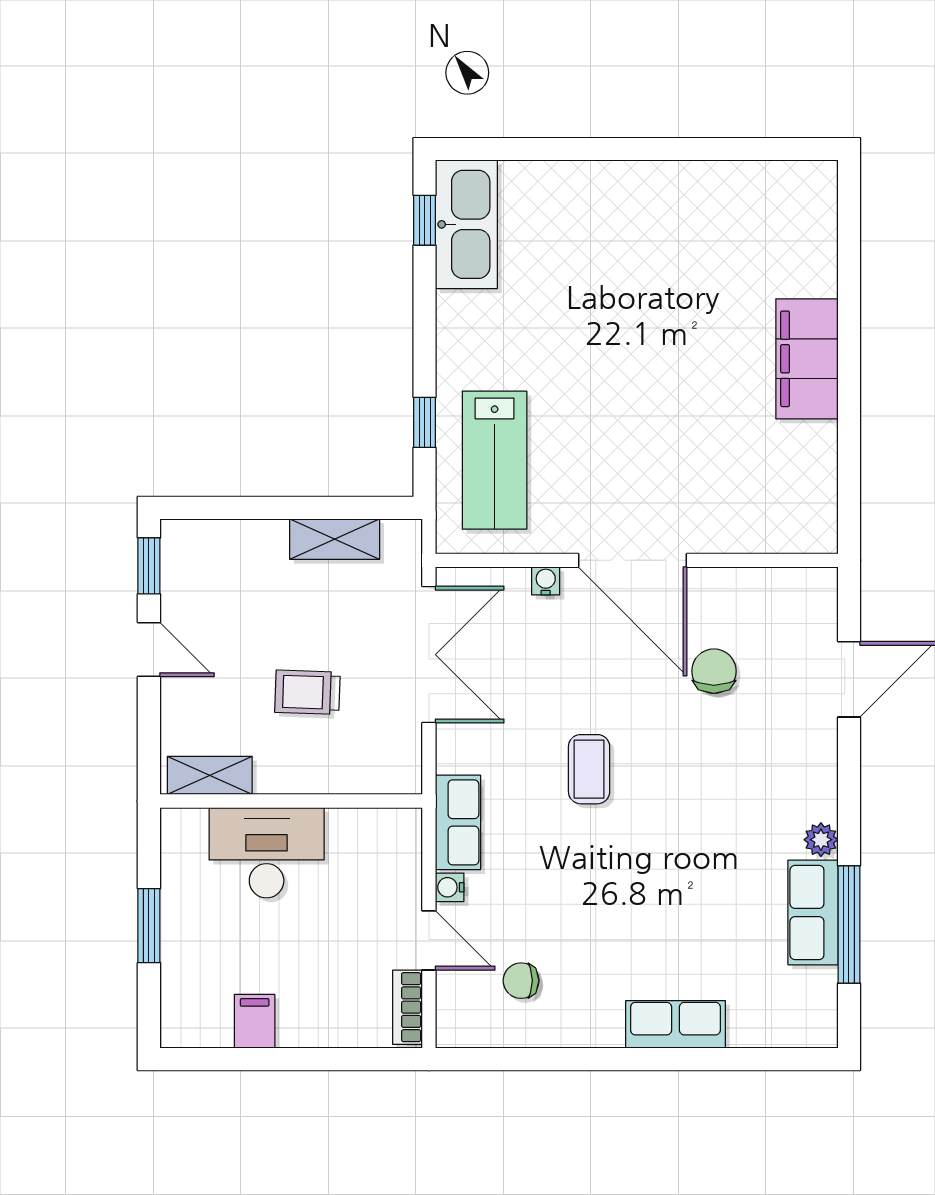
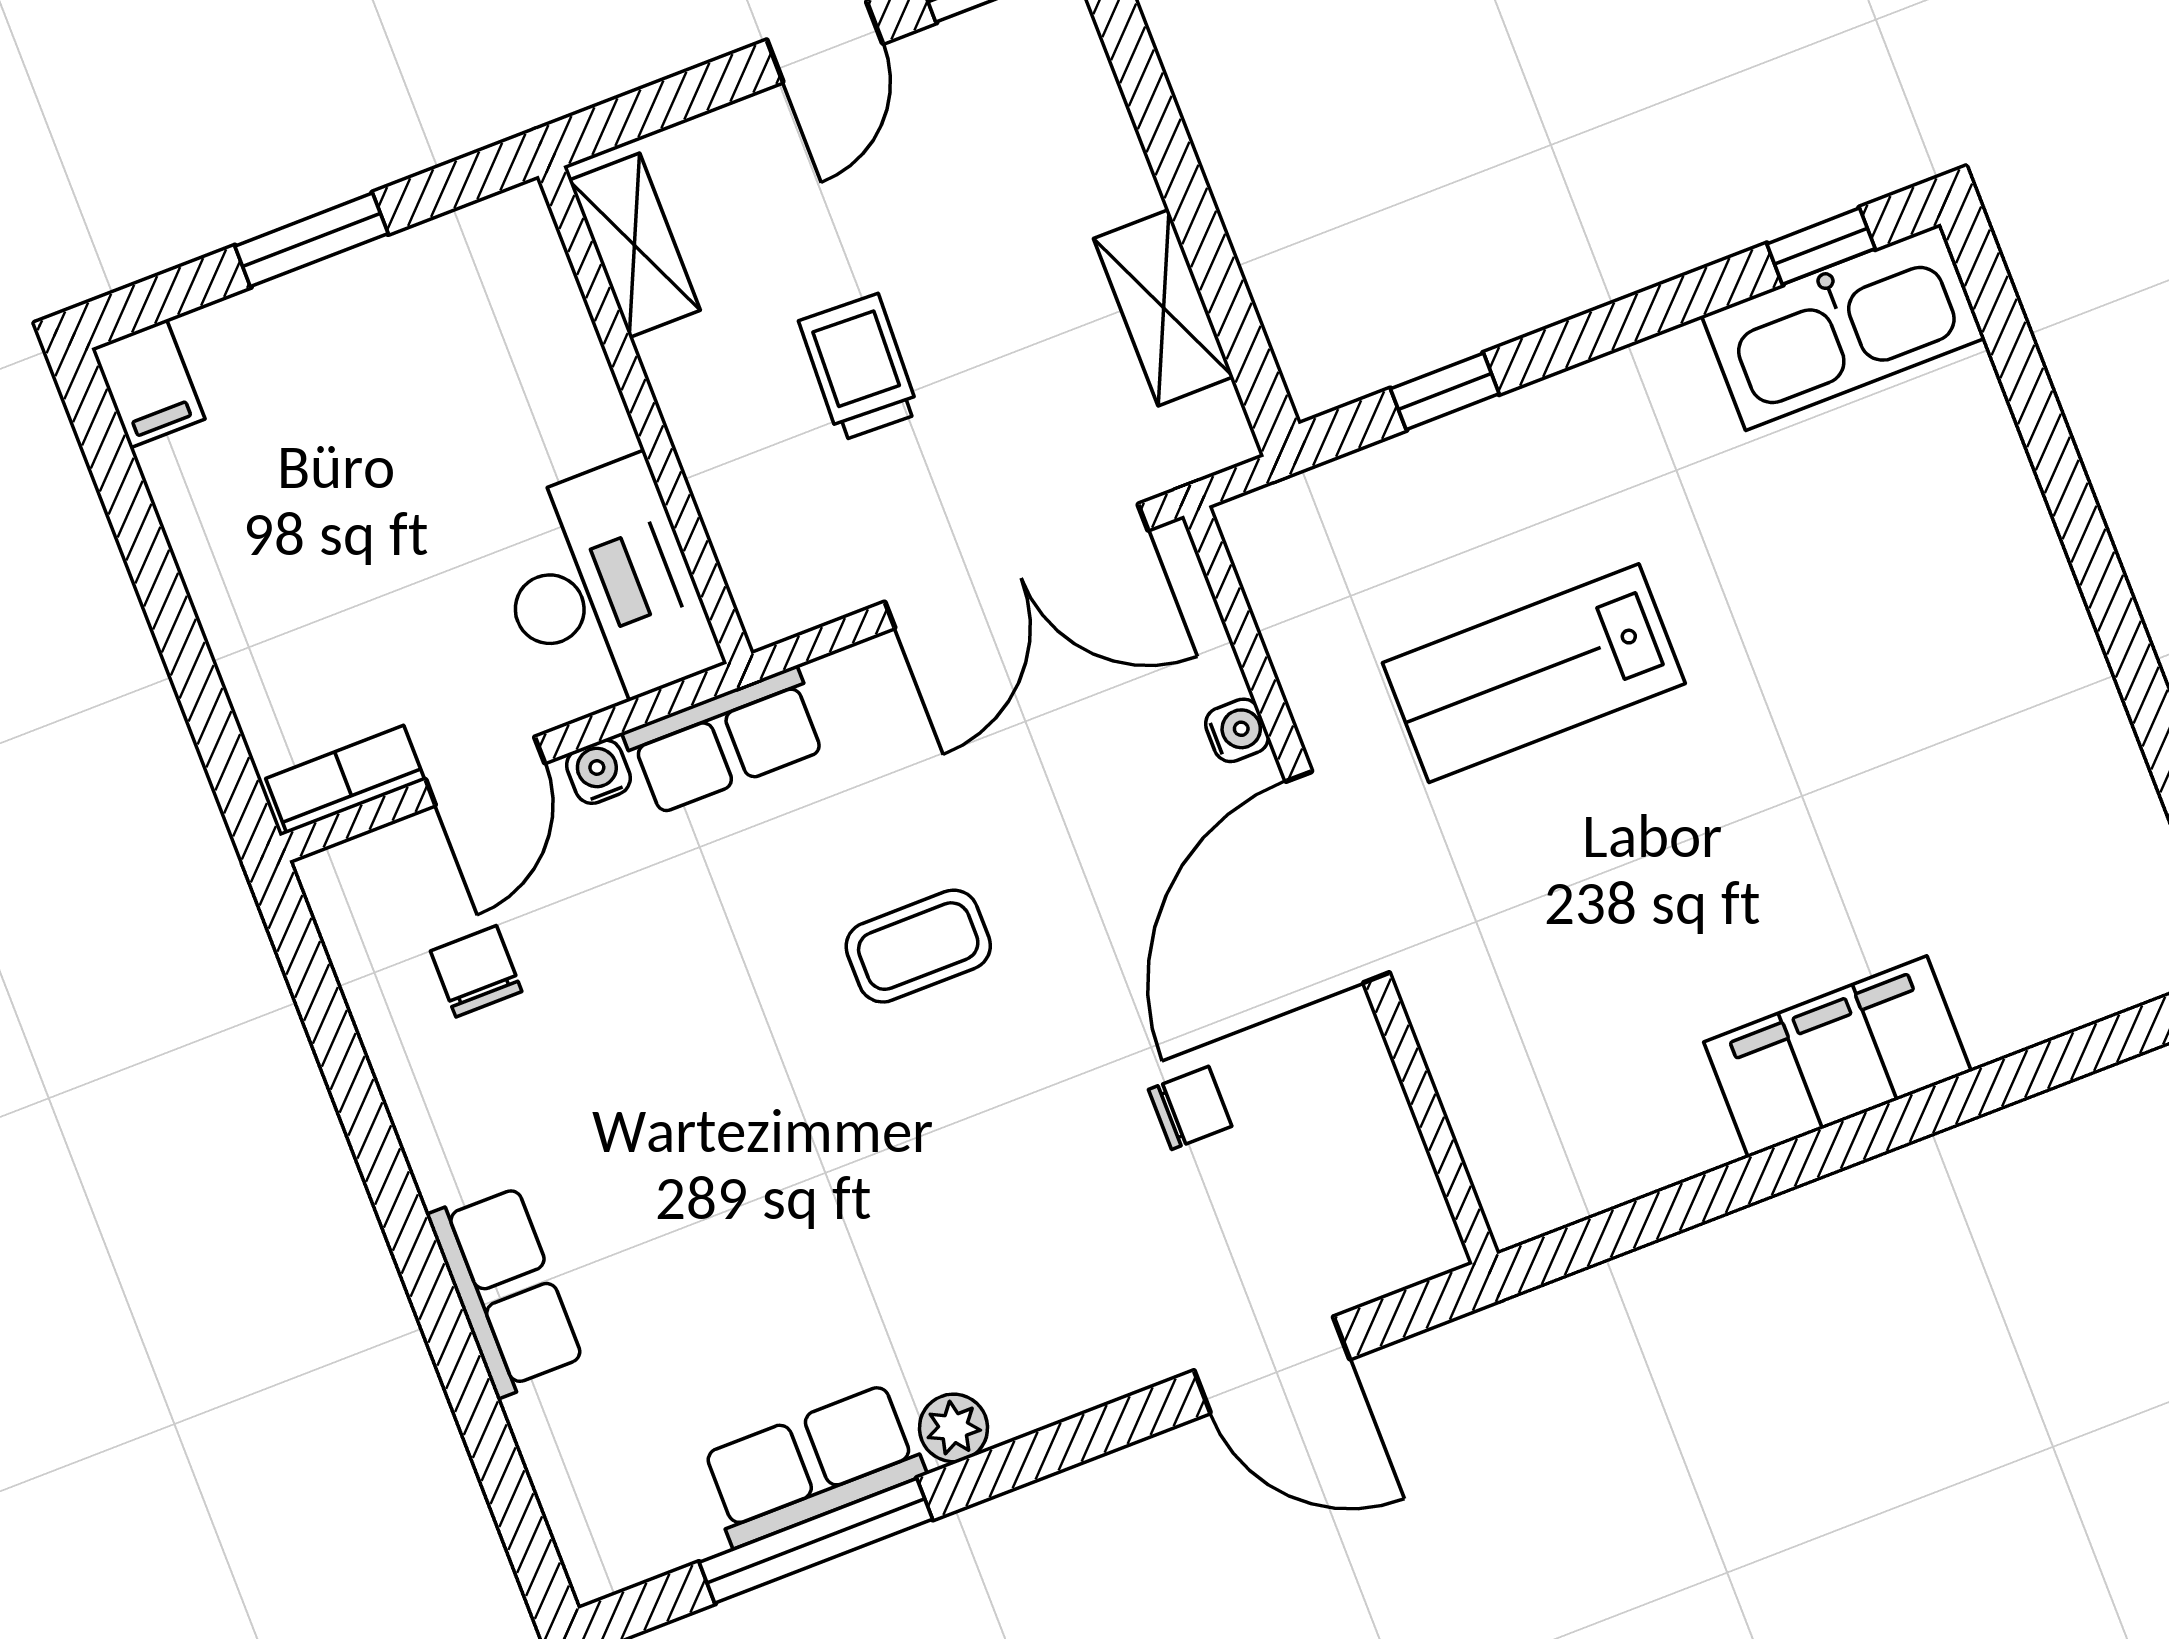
lab bench: (495, 460) -> (1534, 673), moved
chair: (714, 671) -> (1190, 1108), width x0.73, depth x0.73
desk: (267, 853) -> (602, 589), moved
filing cabinet: (255, 1021) -> (148, 384), moved, turned 90

